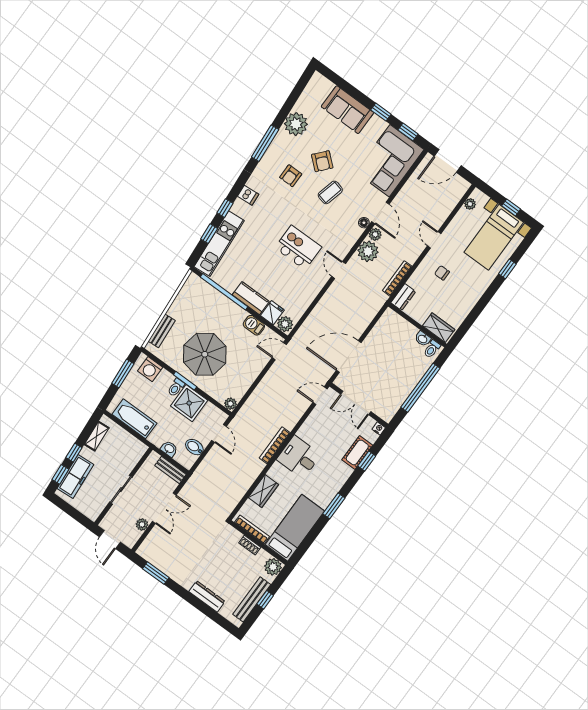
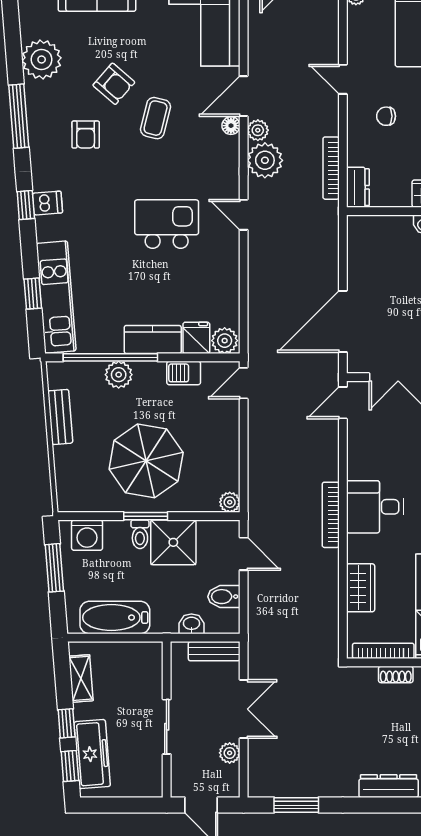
window: (225, 208) -> (26, 205), moved
door: (380, 213) -> (244, 96), swing flipped
plant: (222, 303) -> (119, 375), added
bench: (162, 331) -> (60, 417), moved

